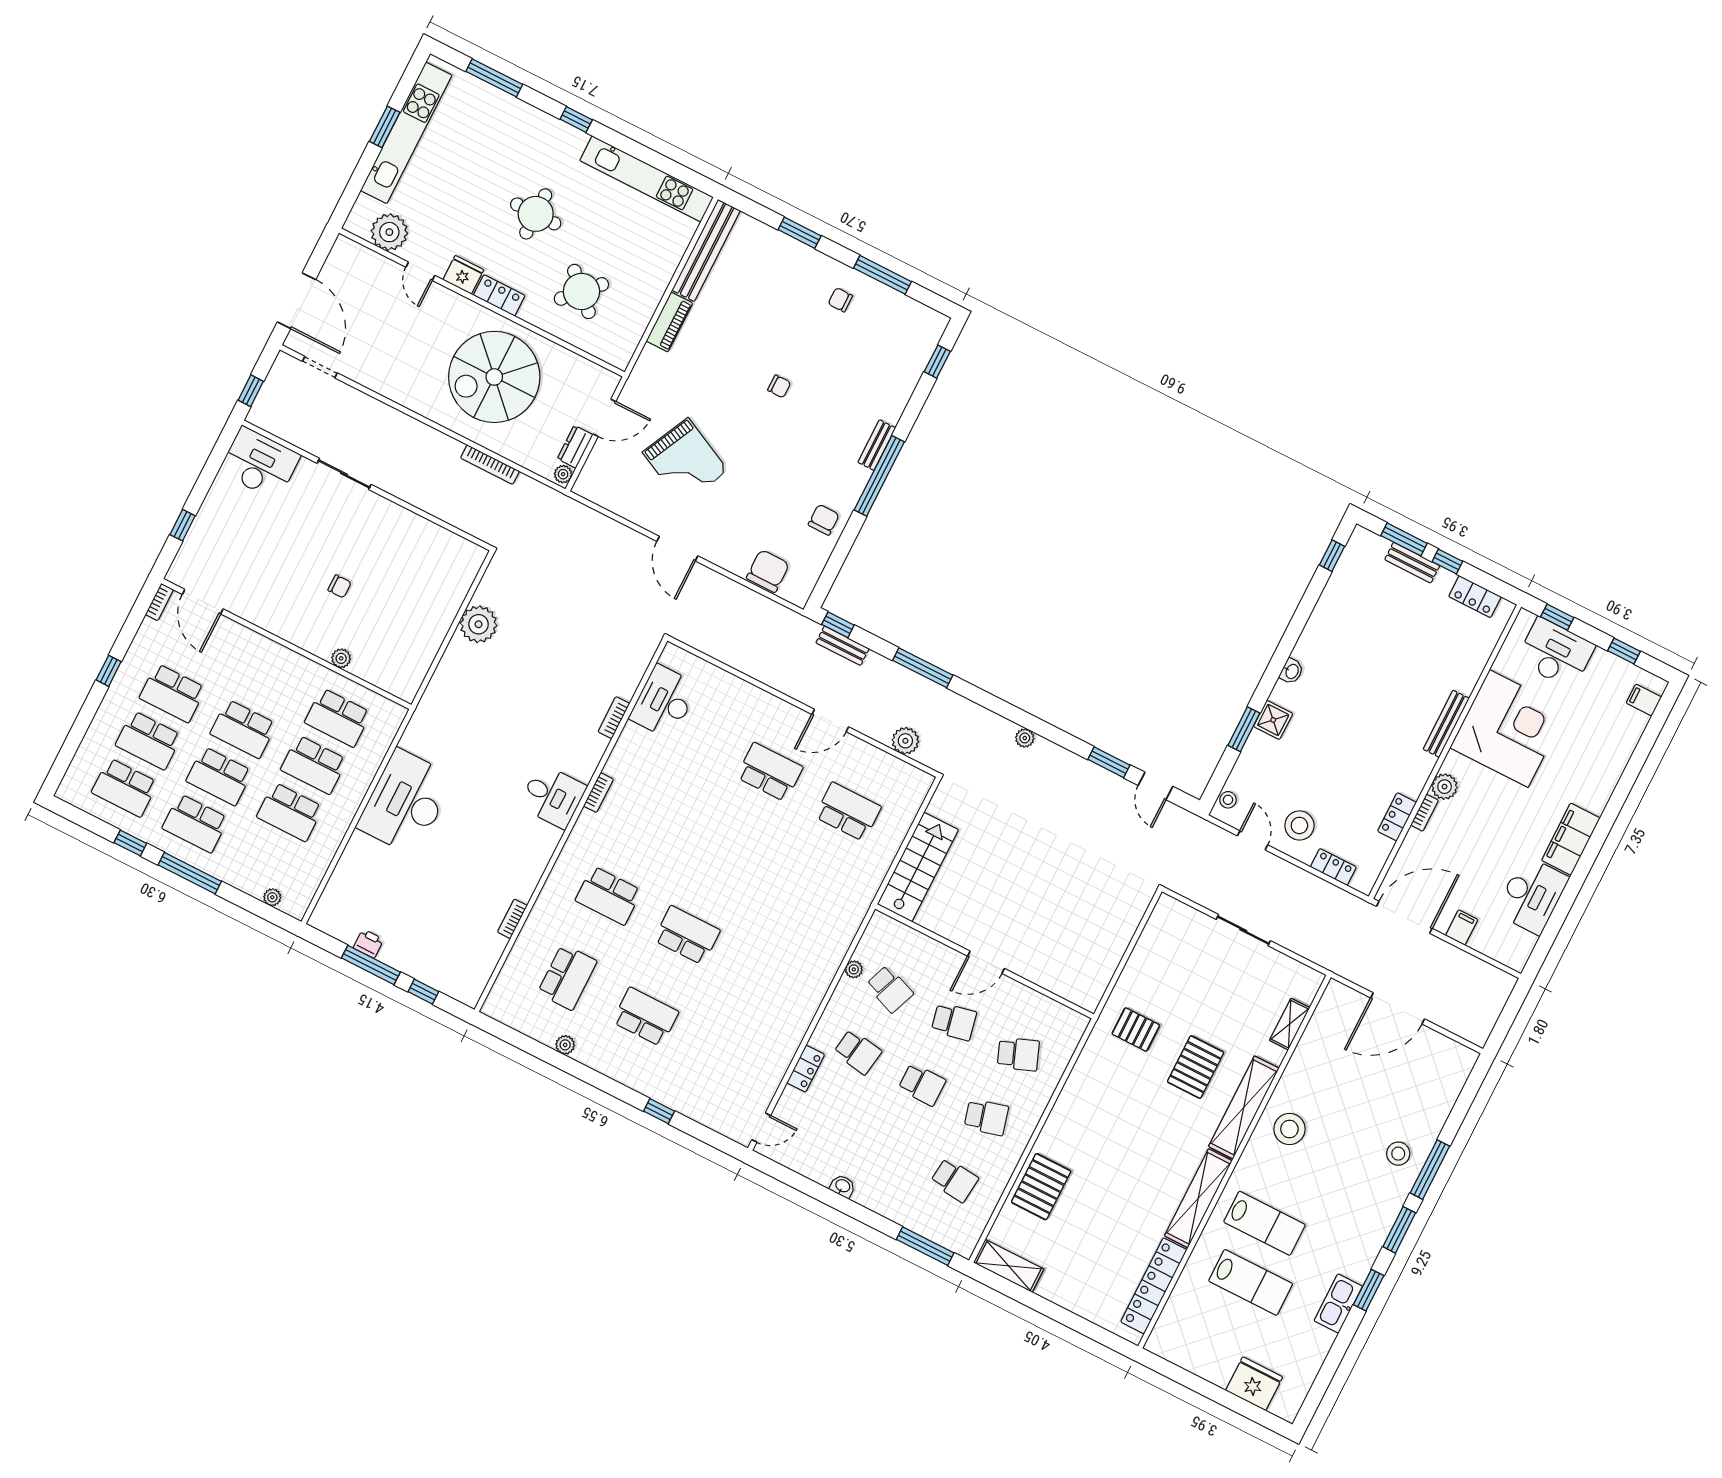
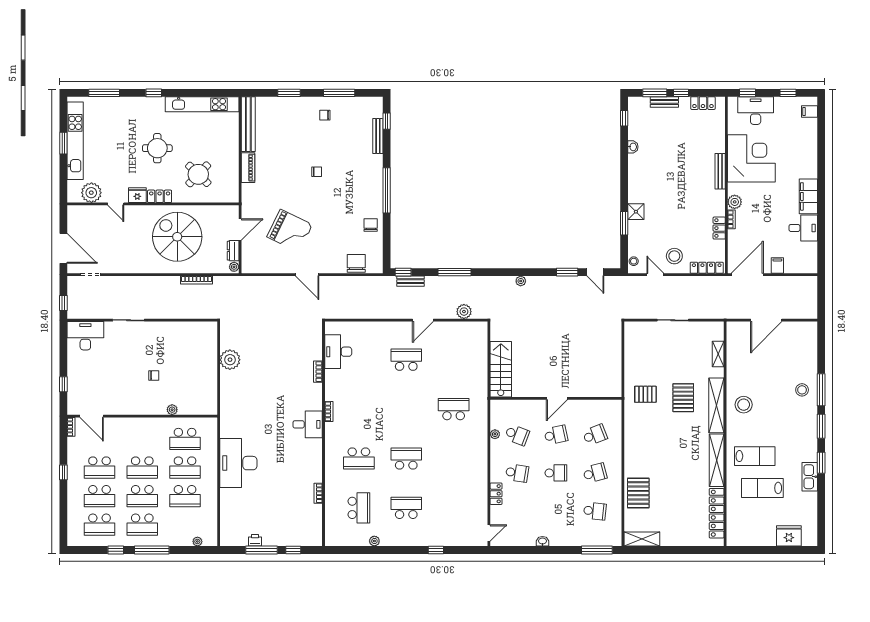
spiral stairs: (494, 377) -> (177, 237), turned 90
bench: (877, 445) -> (378, 136), moved, width x1.36
washbasin: (1292, 671) -> (633, 147), moved
school desk: (848, 812) -> (454, 409), moved
locker: (1333, 867) -> (707, 268), width x1.53
desk: (1532, 895) -> (803, 228), width x0.73
lab bench: (1251, 1282) -> (762, 488), turned 180

